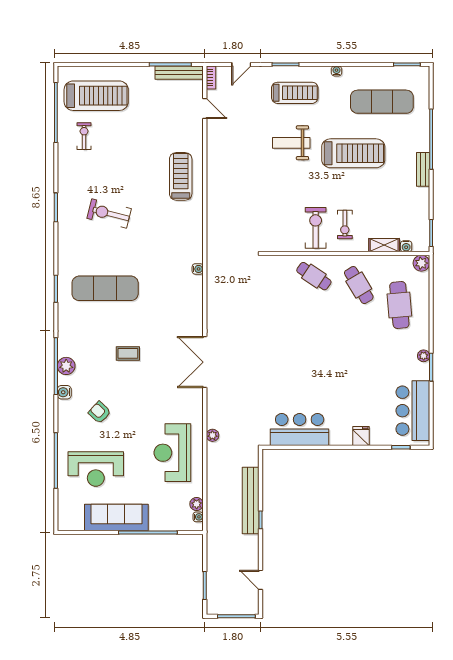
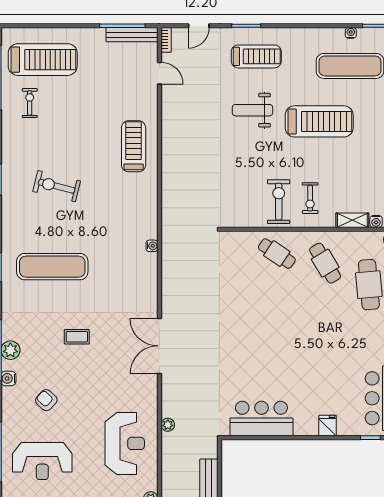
water cooler: (337, 71) -> (351, 33), moved
reception desk: (172, 453) -> (125, 443), turned 180

